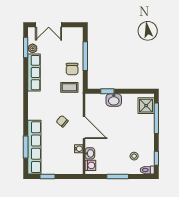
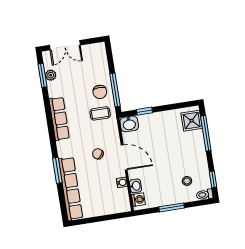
window: (85, 56) -> (115, 90), moved
row of seats: (34, 73) -> (59, 119), moved
washbasin: (114, 100) -> (129, 124), moved
window: (26, 147) -> (57, 170), moved
window: (48, 177) -> (91, 220), removed

